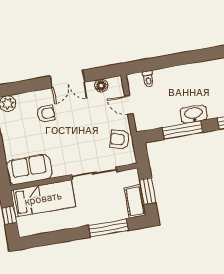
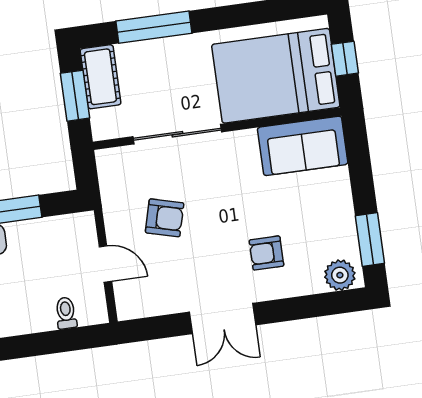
double door: (67, 79) -> (222, 318), swing flipped
floor lamp: (101, 86) -> (157, 303), removed
armchair: (120, 139) -> (165, 218), moved
bed: (43, 198) -> (276, 76), width x1.50

